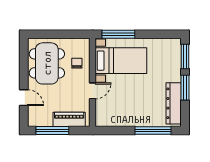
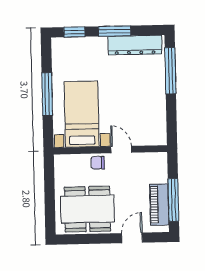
window: (118, 34) -> (47, 94), moved
window: (185, 56) -> (74, 32), width x0.67
chair: (77, 63) -> (98, 163), moved
piano: (69, 119) -> (159, 205), moved

